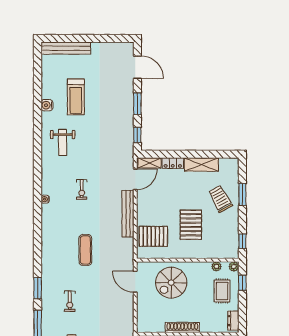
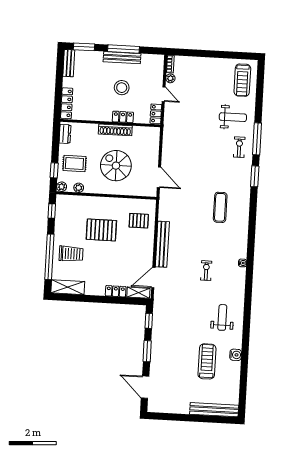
shelving: (201, 165) -> (68, 287), moved
window: (242, 194) -> (49, 257), width x2.11
trolley: (220, 199) -> (71, 254), turned -61
pallet: (191, 225) -> (101, 230), turned 90
pallet: (153, 236) -> (139, 221), width x0.67, depth x0.71
exercise mat: (85, 250) -> (220, 207), moved
spiral stairs: (171, 283) -> (116, 166), moved, turned -90
rug: (222, 291) -> (74, 163), turned 90
exercise bike: (70, 301) -> (239, 147), moved

